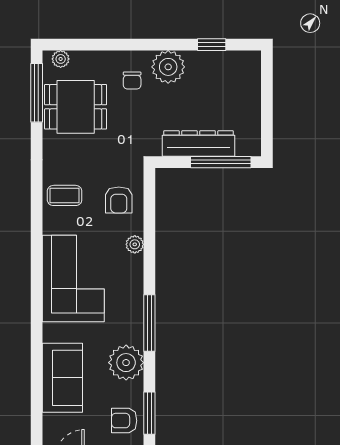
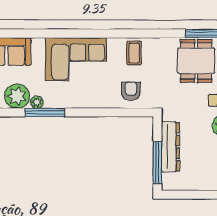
armchair: (119, 200) -> (131, 91), turned 90
plant: (135, 244) -> (37, 102), moved

